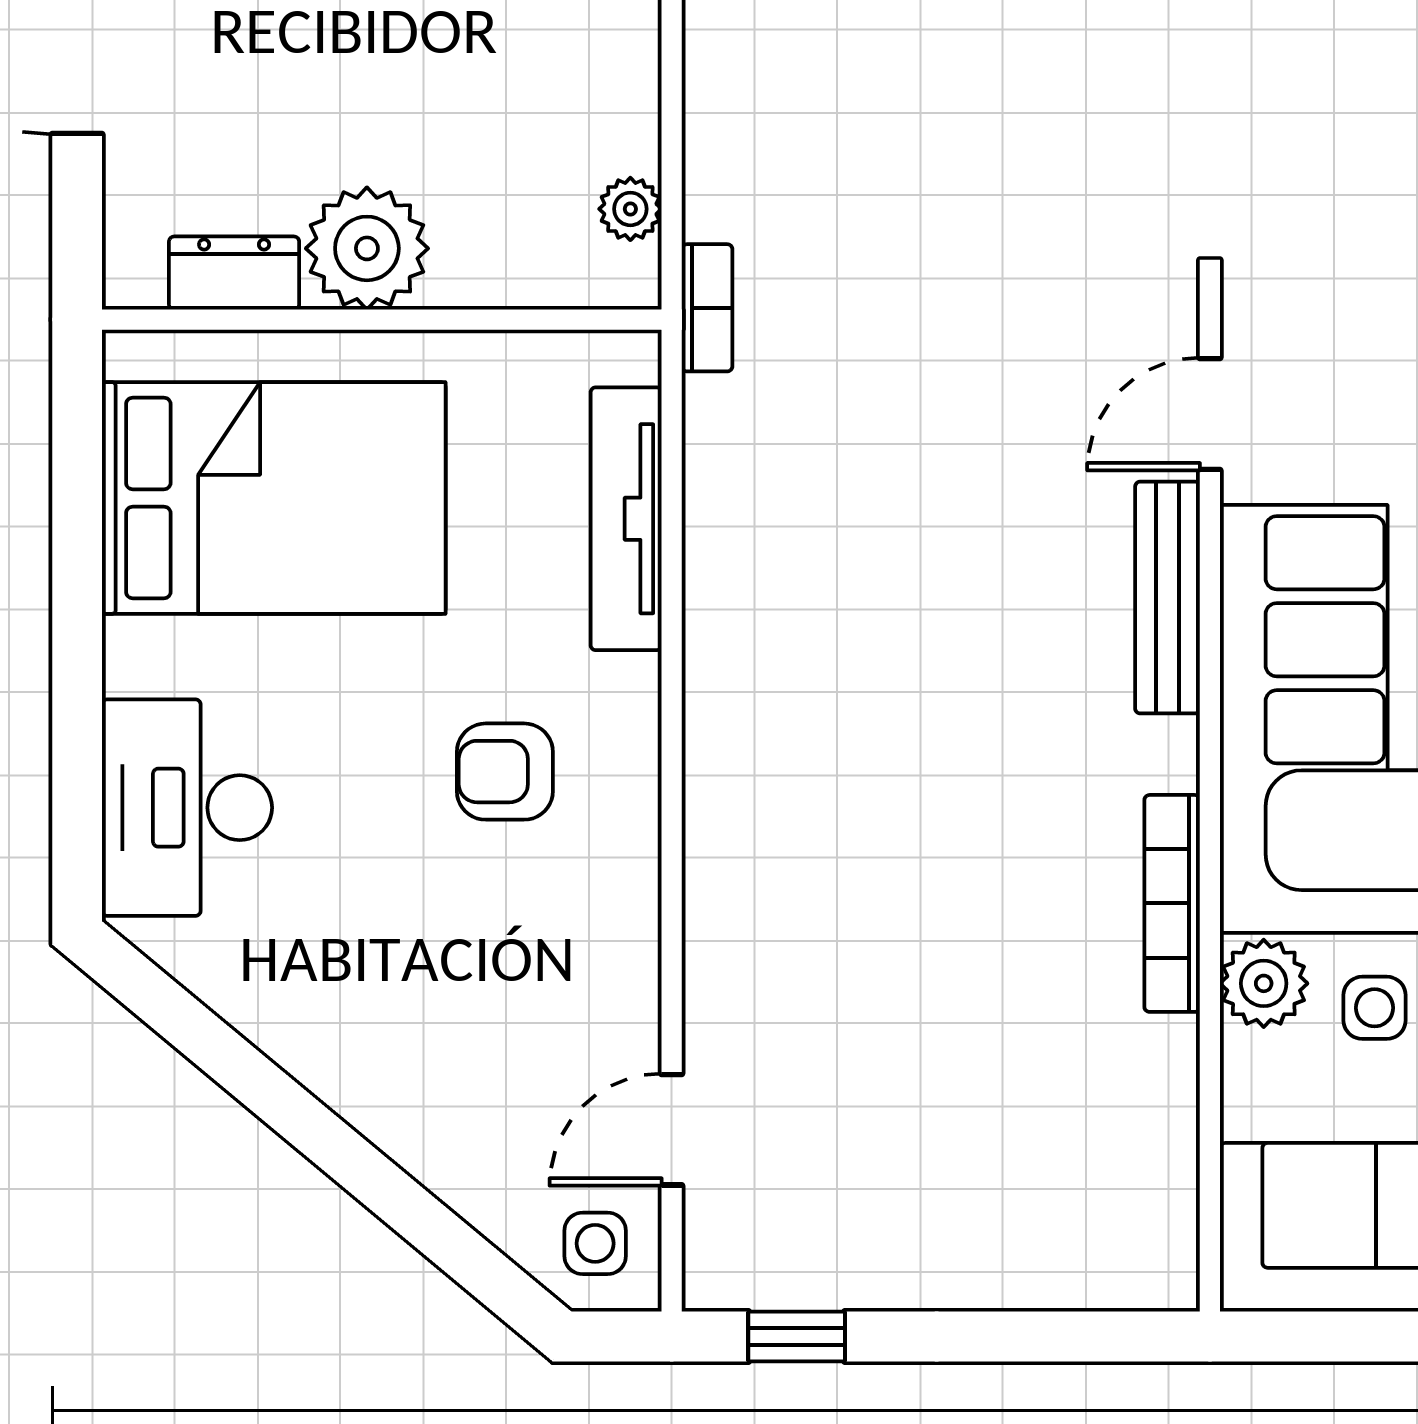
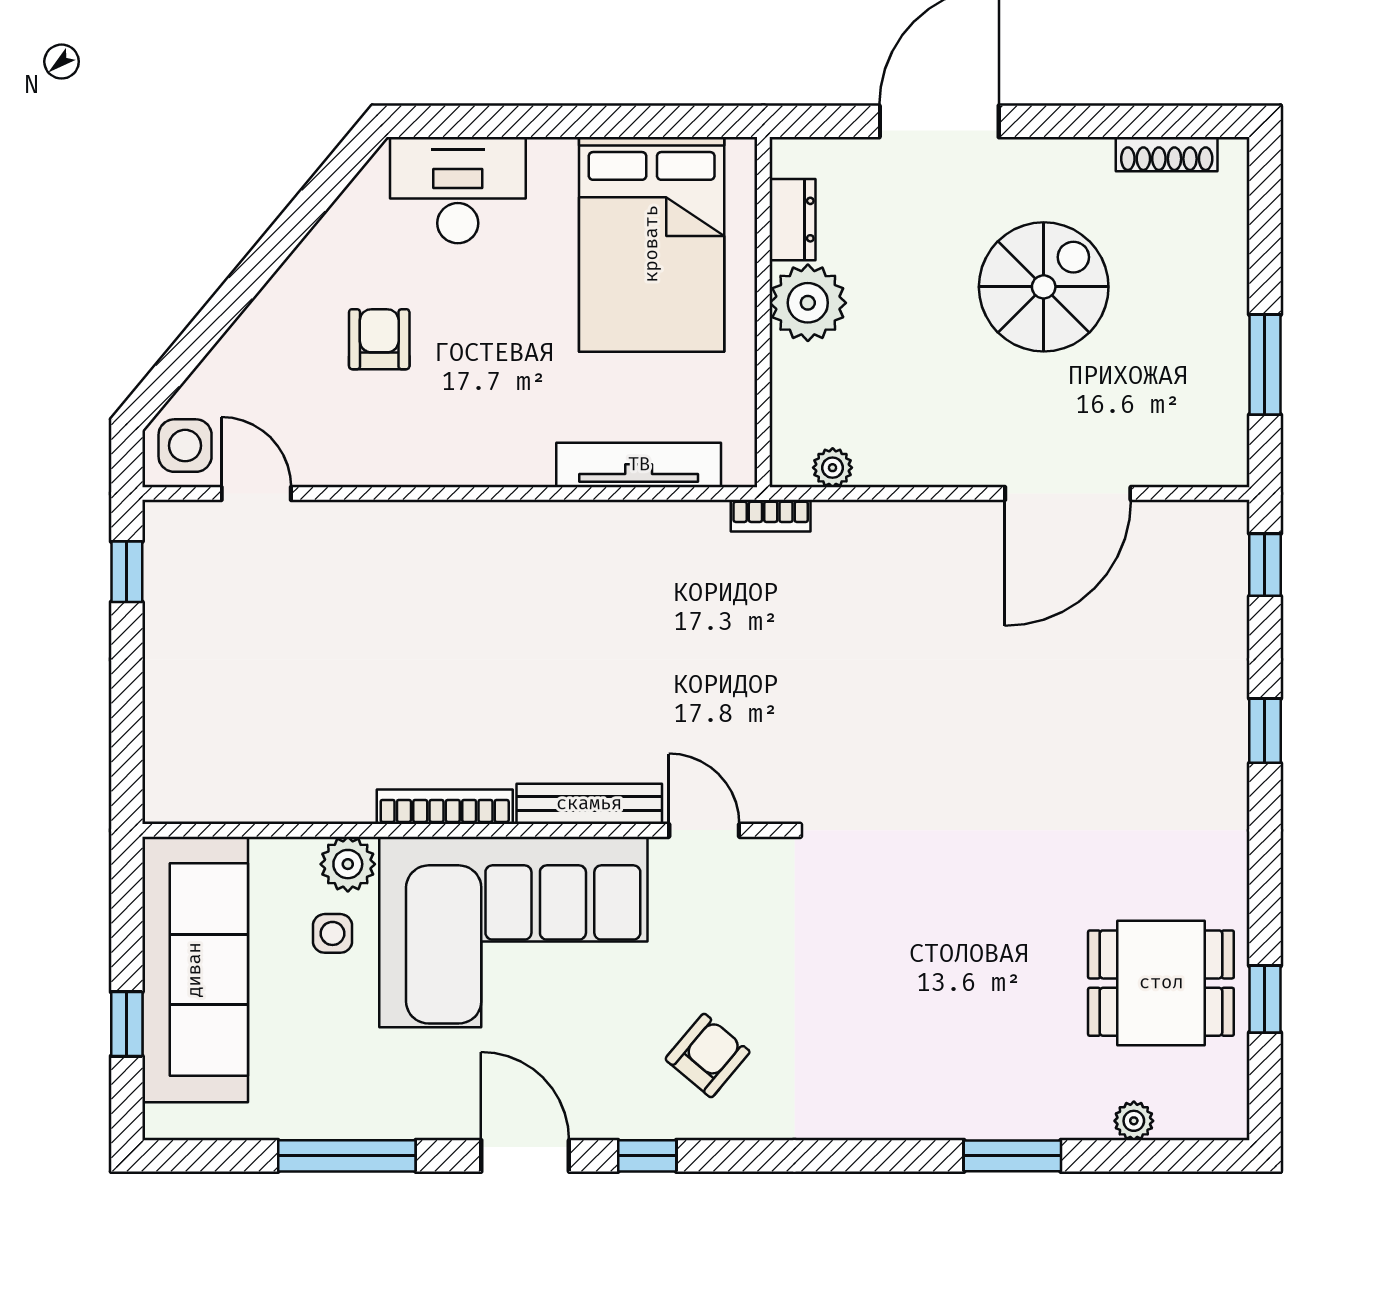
armchair: (505, 772) -> (379, 339), moved
bookcase: (1172, 903) -> (445, 807), moved
side table: (595, 1243) -> (185, 446), width x1.37, depth x1.37

